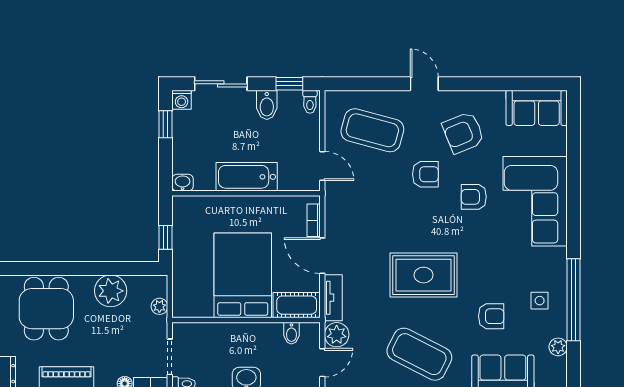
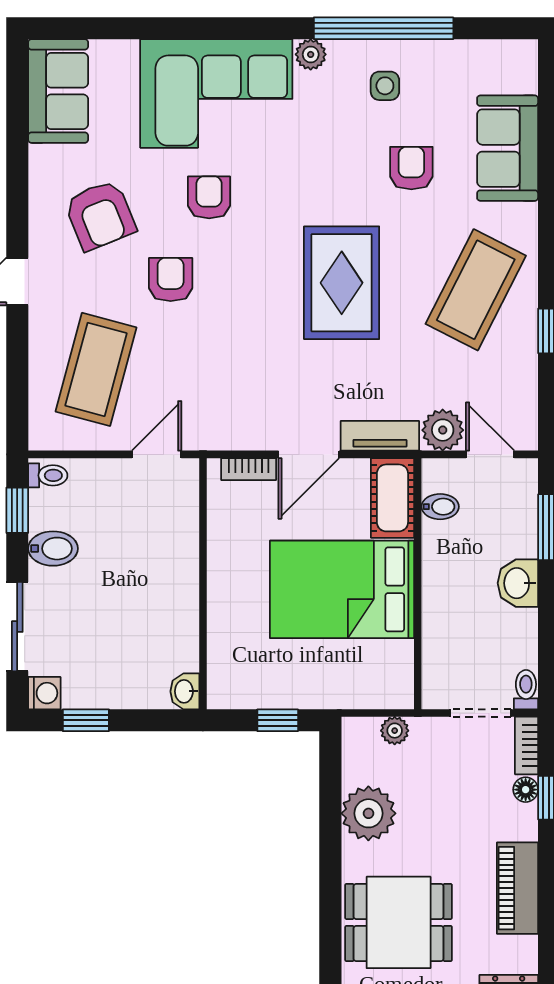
bathtub: (247, 177) -> (175, 583), removed
armchair: (474, 197) -> (209, 197), turned 180
plant: (558, 347) -> (311, 54), moved

